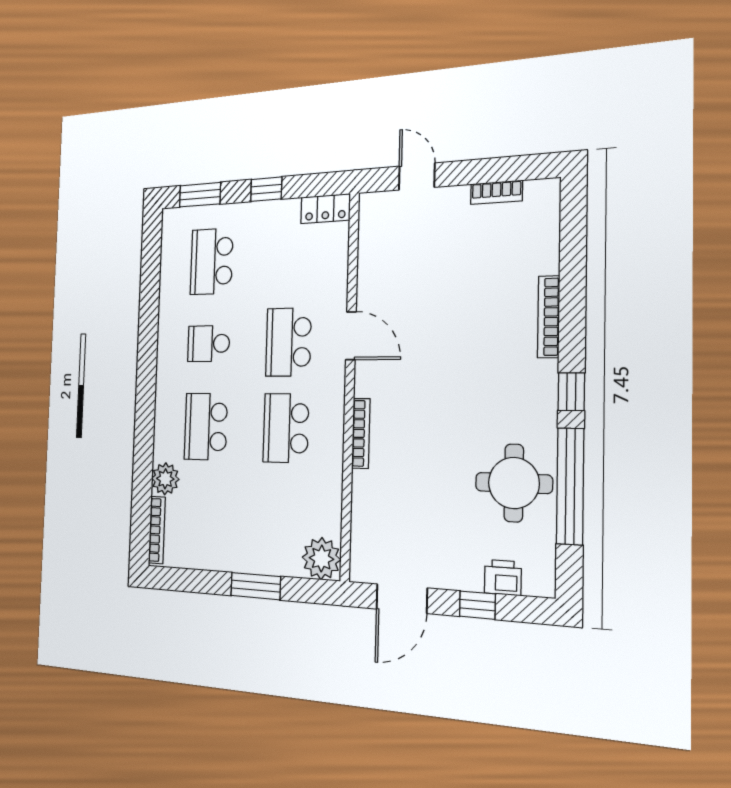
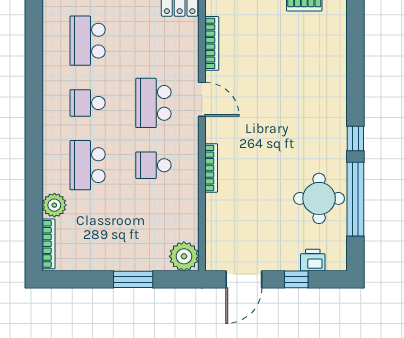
bookcase: (549, 317) -> (212, 43), moved, turned 180
school desk: (286, 428) -> (153, 165), width x0.54

